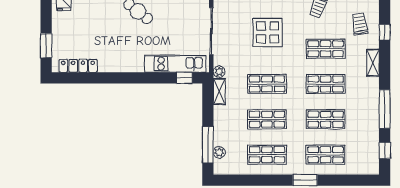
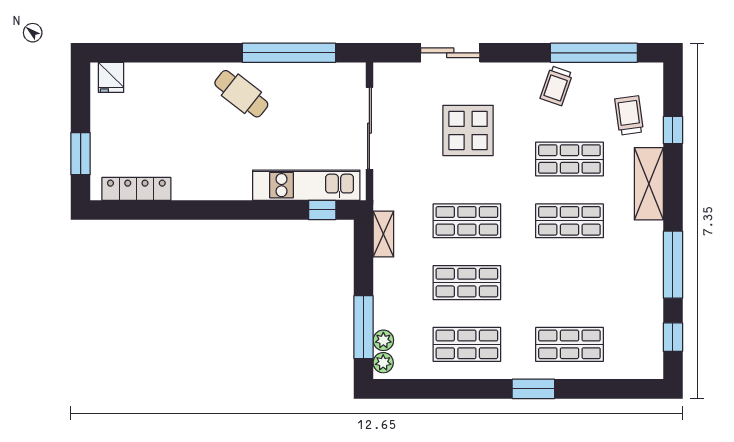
shelving: (373, 63) -> (649, 184), width x1.50, depth x1.33
plant: (219, 72) -> (383, 363), moved
shop shelf: (326, 119) -> (569, 283), removed

